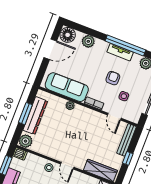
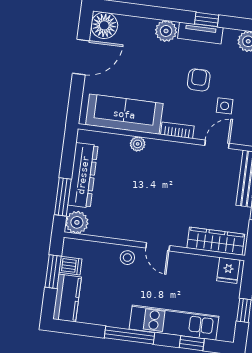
plant: (88, 41) -> (166, 31), moved
window: (125, 45) -> (207, 19), width x0.32
window: (25, 114) -> (63, 197), moved
door: (114, 117) -> (217, 144), swing flipped
dishwasher: (20, 154) -> (70, 266), moved

